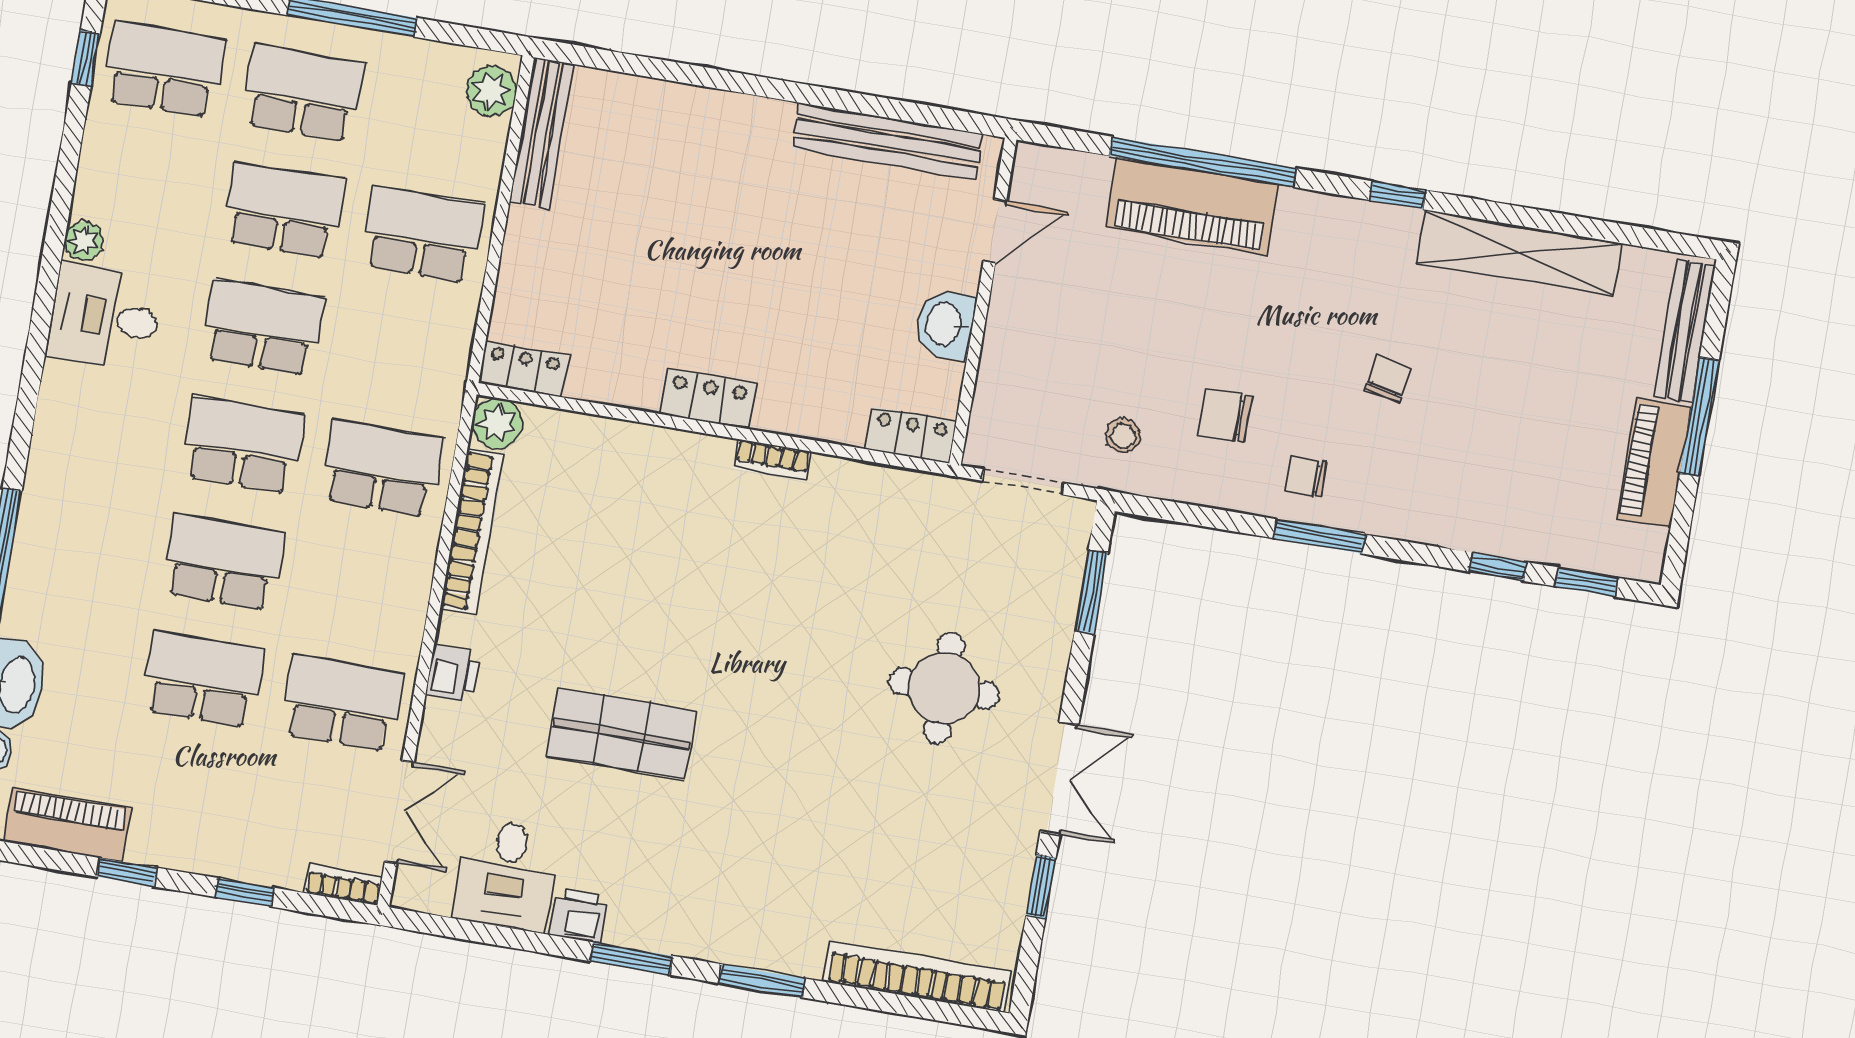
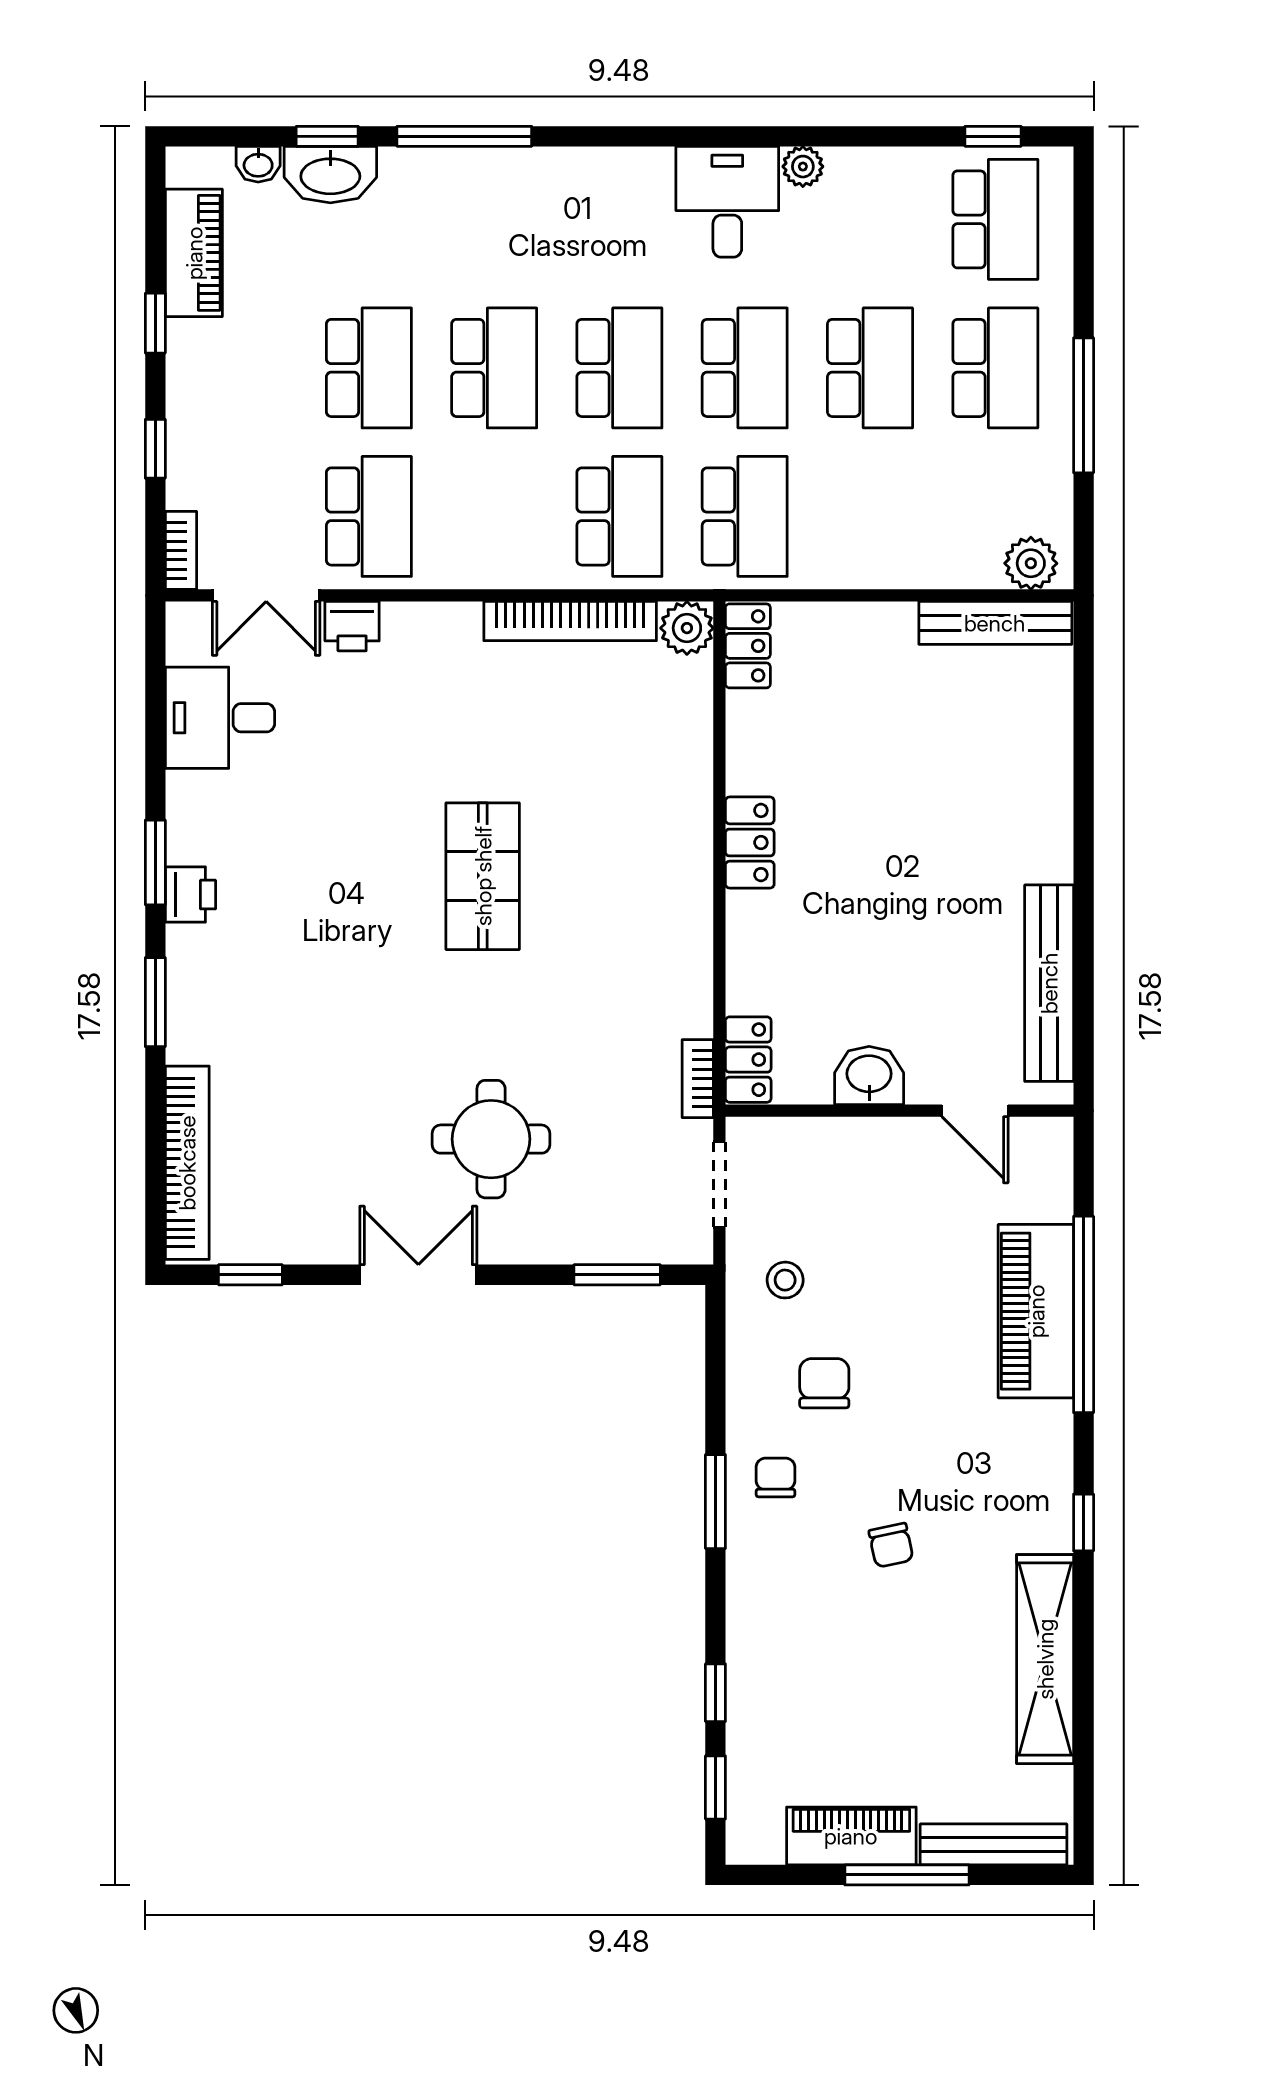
school desk: (422, 234) -> (745, 516), moved
chair: (1388, 379) -> (891, 1545), turned 67
bookcase: (772, 460) -> (698, 1079), moved
printer: (452, 674) -> (352, 626), moved
shop shelf: (621, 734) -> (483, 876), moved
double door: (1059, 778) -> (418, 1275), swing flipped
window: (1041, 887) -> (250, 1275), moved
printer: (579, 916) -> (190, 895), moved

